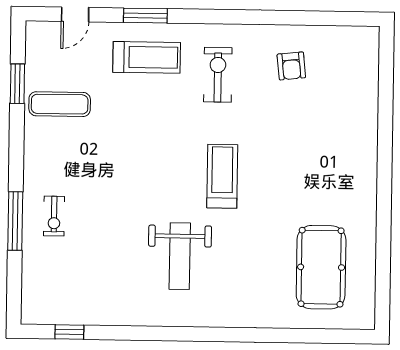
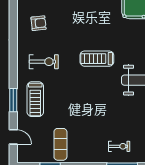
treadmill: (147, 57) -> (35, 99), turned 180
exercise bike: (218, 75) -> (44, 62), turned 180

